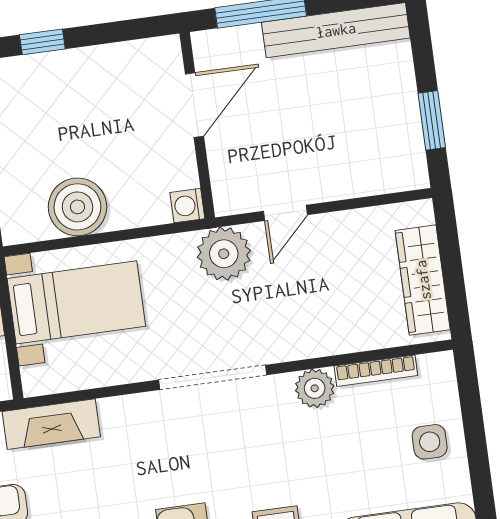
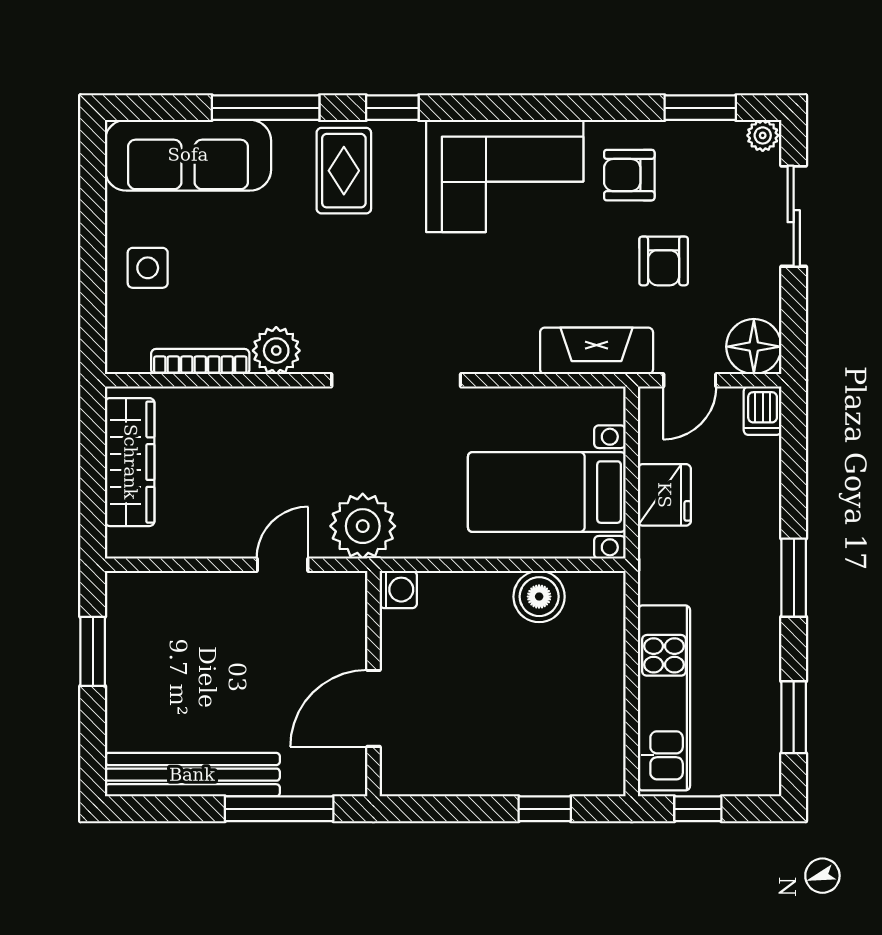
boiler: (77, 207) -> (539, 597), width x0.73, depth x0.73

